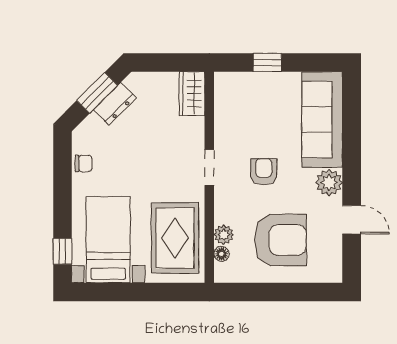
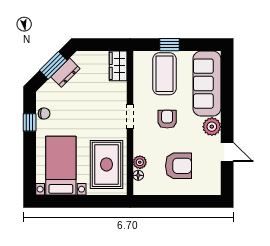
coffee table: (260, 105) -> (164, 74), added
armchair: (280, 240) -> (179, 166), width x0.73, depth x0.73
window: (62, 251) -> (30, 122), moved

